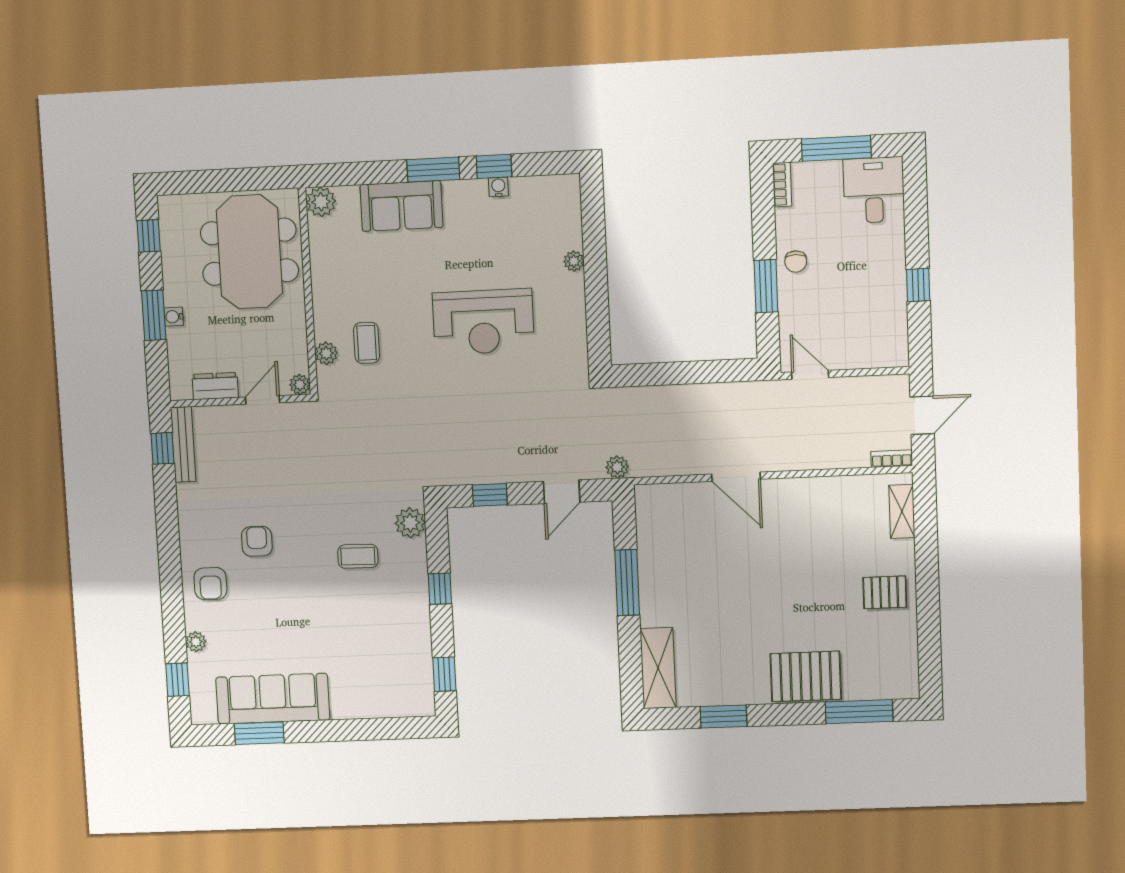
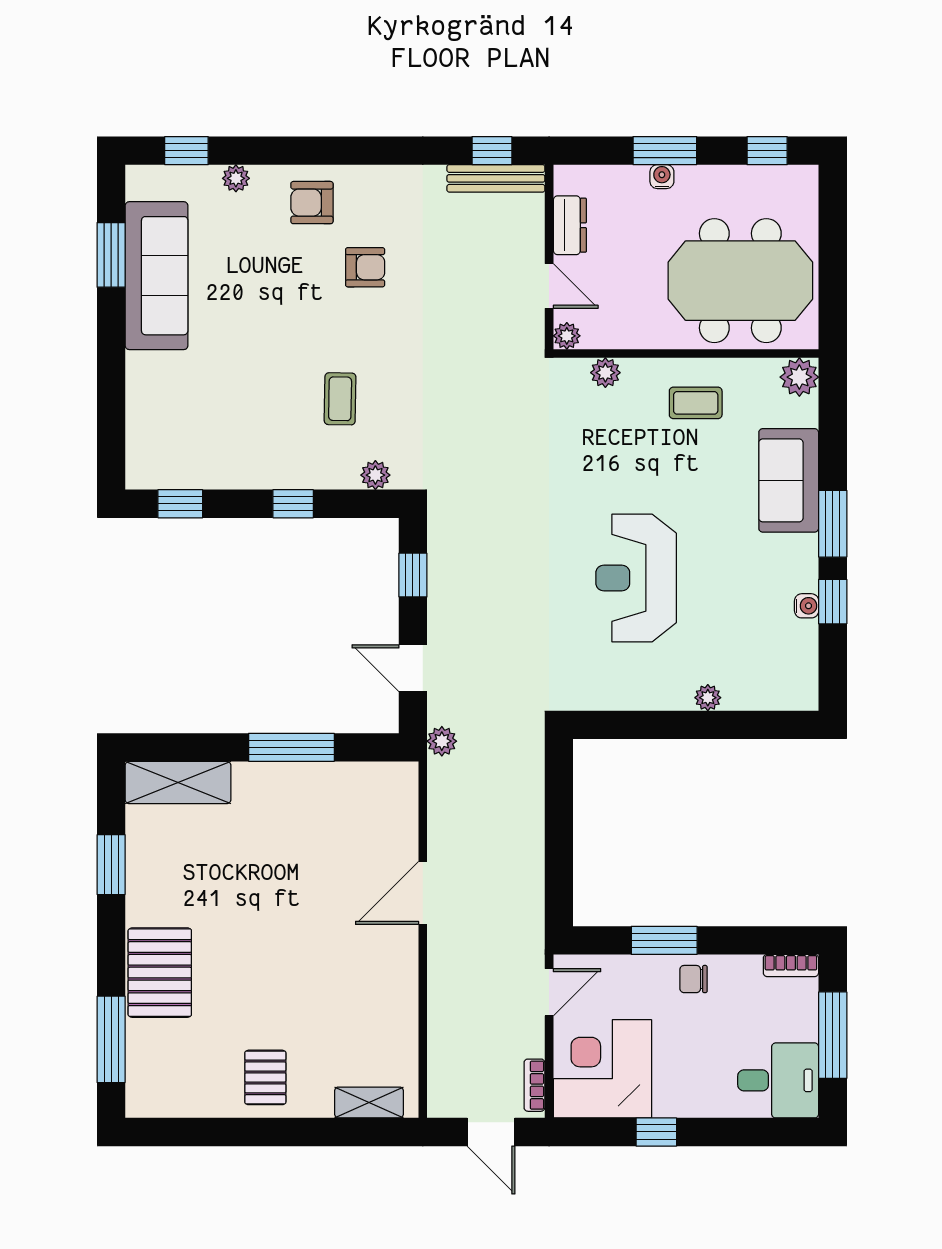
corner desk: (869, 330) -> (602, 1069), added
coffee table: (367, 343) -> (696, 403), moved
bookcase: (892, 459) -> (534, 1085), moved, turned 180
plant: (410, 523) -> (375, 475), width x0.73, depth x0.73

